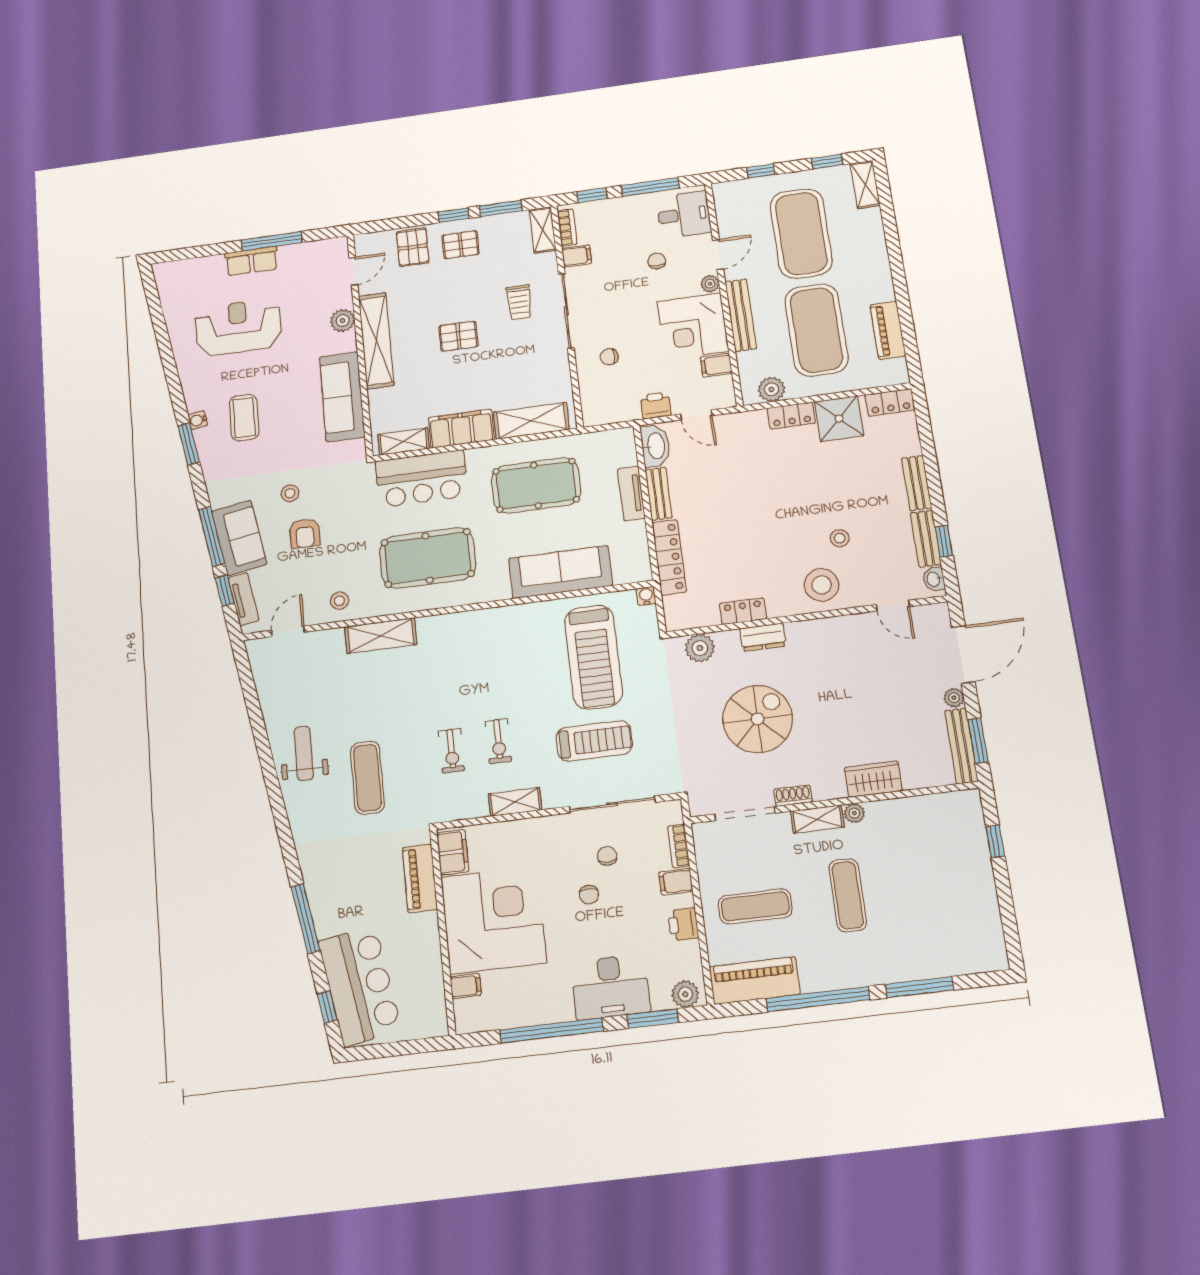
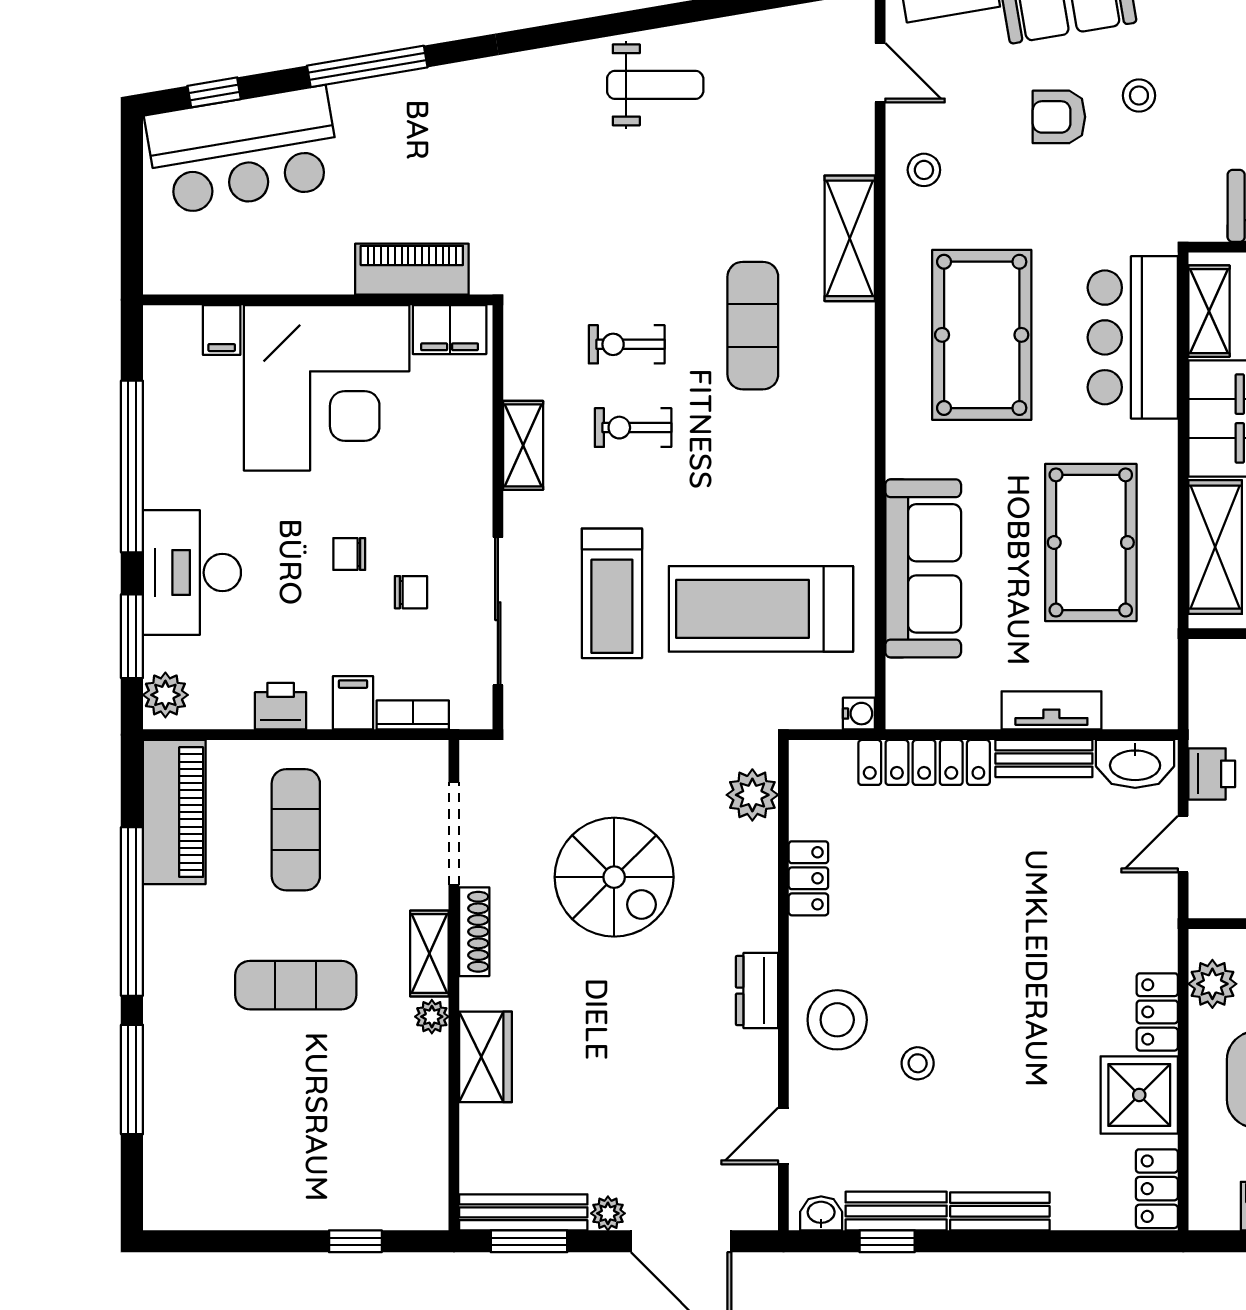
dresser: (763, 637) -> (757, 991), moved
exercise mat: (367, 778) -> (753, 326), moved, turned 90
shoe rack: (793, 796) -> (474, 932), width x1.43

